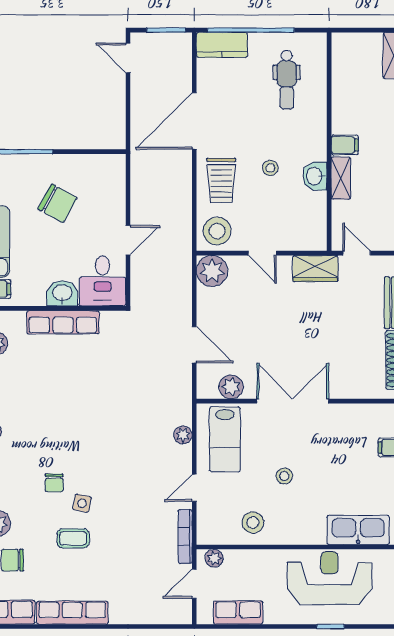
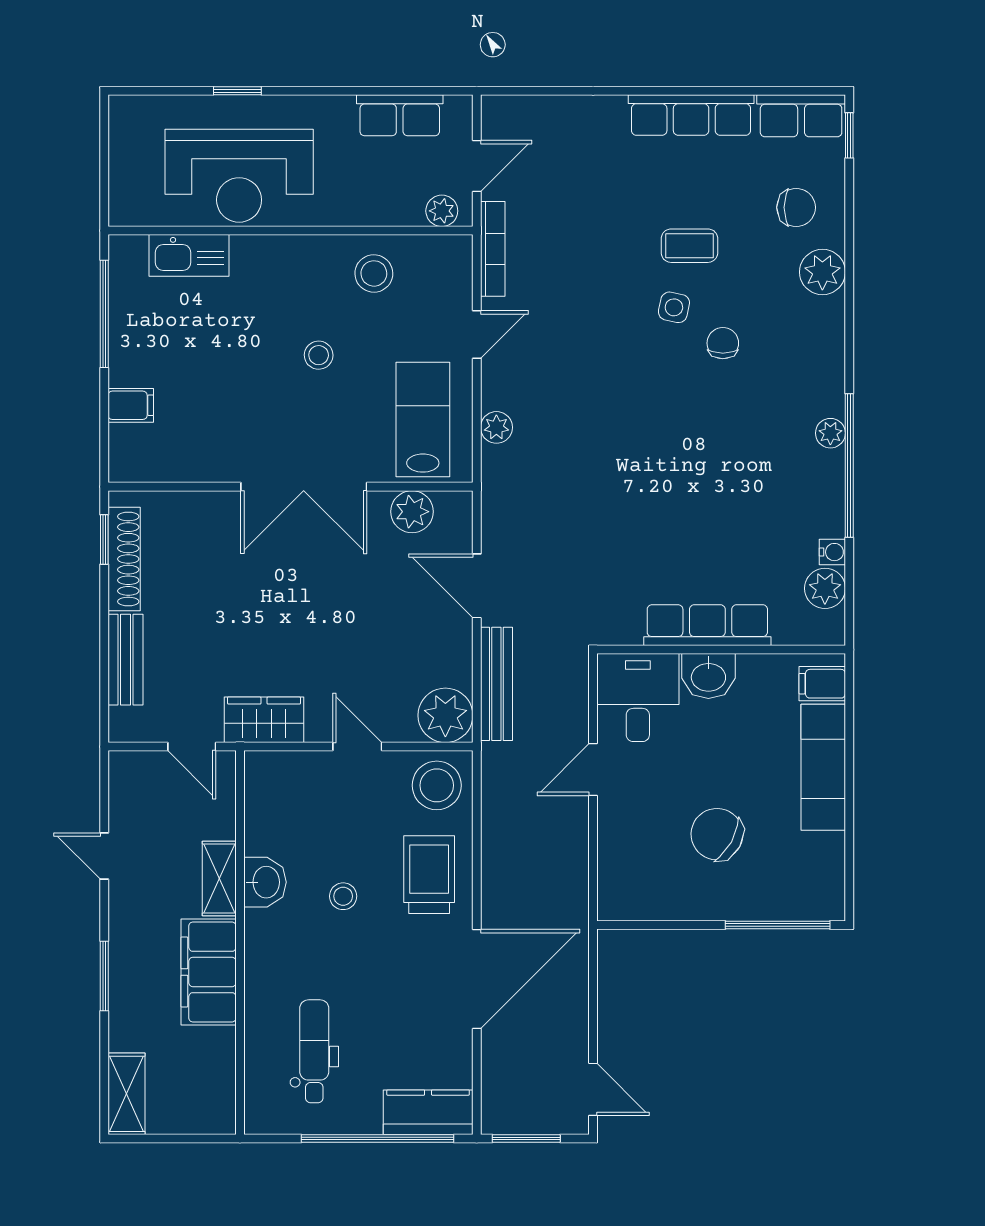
filing cabinet: (345, 145) -> (209, 972), width x3.00, depth x1.17
bench: (183, 289) -> (496, 684), added
kitchen sink: (358, 530) -> (189, 255), width x0.73, depth x0.81

